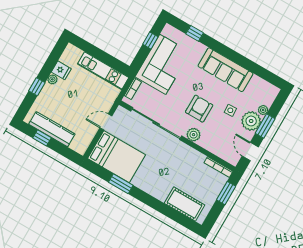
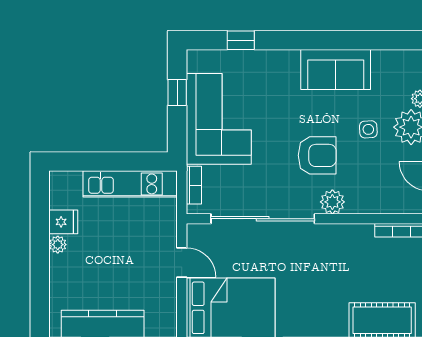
sofa: (225, 70) -> (336, 70), width x0.73
window: (37, 87) -> (40, 270), removed
armchair: (199, 109) -> (317, 155), turned 90
door: (106, 122) -> (182, 262), swing flipped

